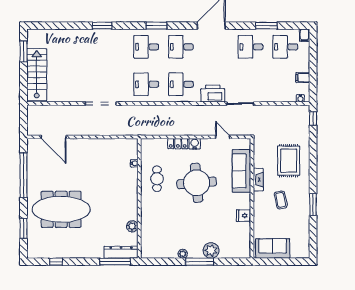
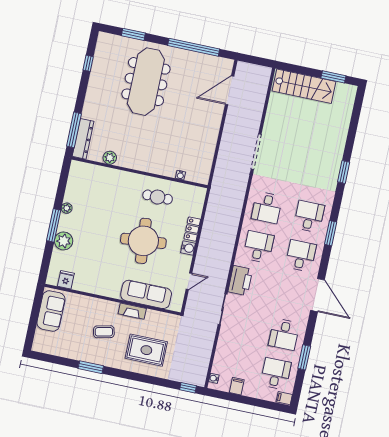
desk: (250, 47) -> (284, 334), turned 180
desk: (146, 84) -> (267, 207), turned 180
fridge: (244, 216) -> (66, 280), moved

